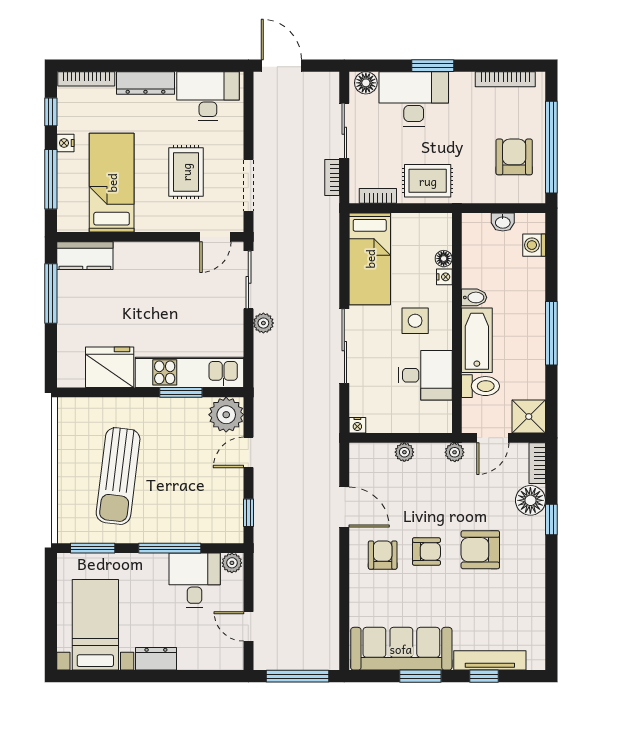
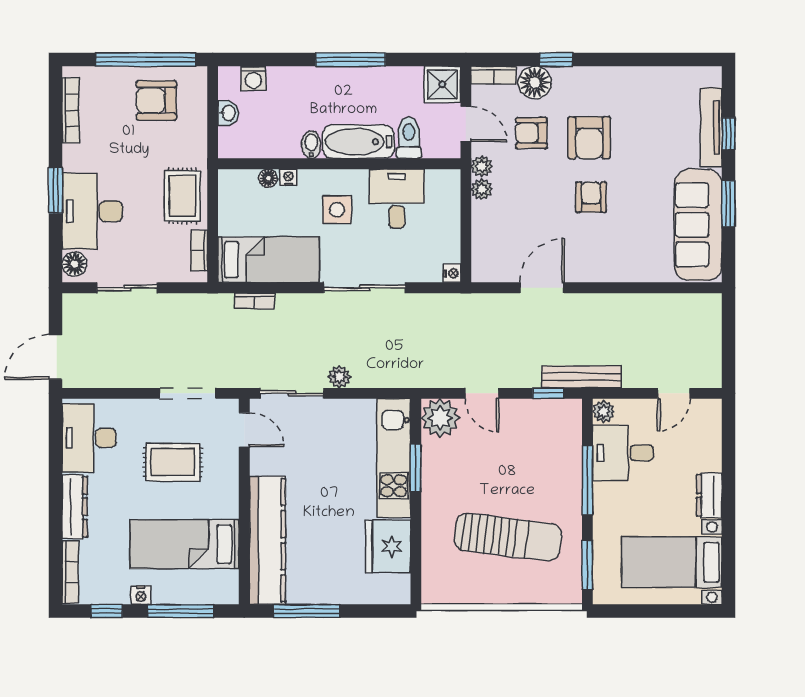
bookcase: (332, 177) -> (254, 301), moved
kitchen counter: (85, 256) -> (268, 540), width x2.08, depth x1.17
plant: (404, 452) -> (482, 189), moved
bench: (263, 543) -> (581, 377), added
armchair: (383, 555) -> (531, 133), moved
window: (297, 676) -> (728, 339), removed

